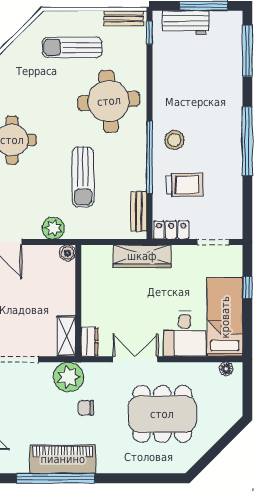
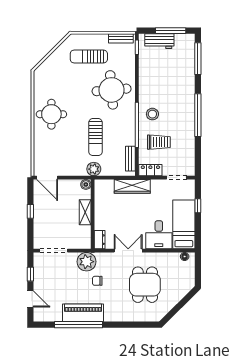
plant: (53, 228) -> (94, 169), moved
shelving: (66, 336) -> (85, 212), moved
dining table: (162, 414) -> (145, 285), width x0.73

